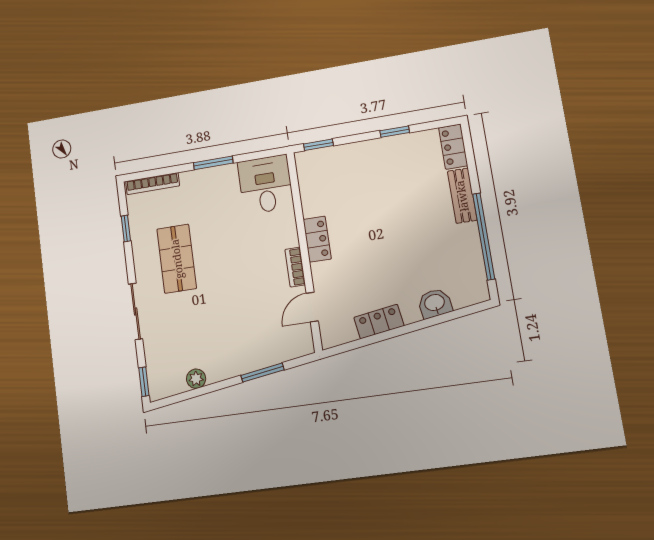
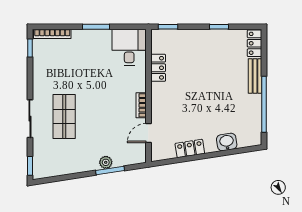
window: (126, 228) -> (30, 48), moved
locker: (317, 239) -> (158, 68), moved
shop shelf: (177, 259) -> (64, 116), moved
plant: (196, 379) -> (106, 162), moved

